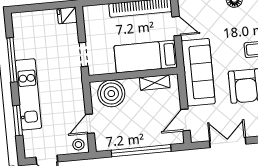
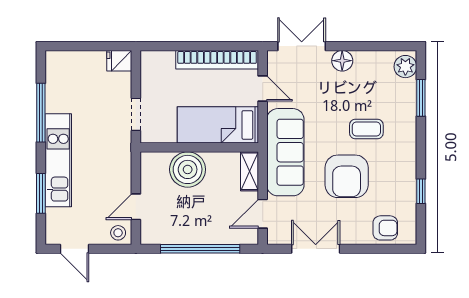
shelving: (155, 83) -> (249, 171), moved, turned 90
boiler: (111, 94) -> (188, 169), moved

